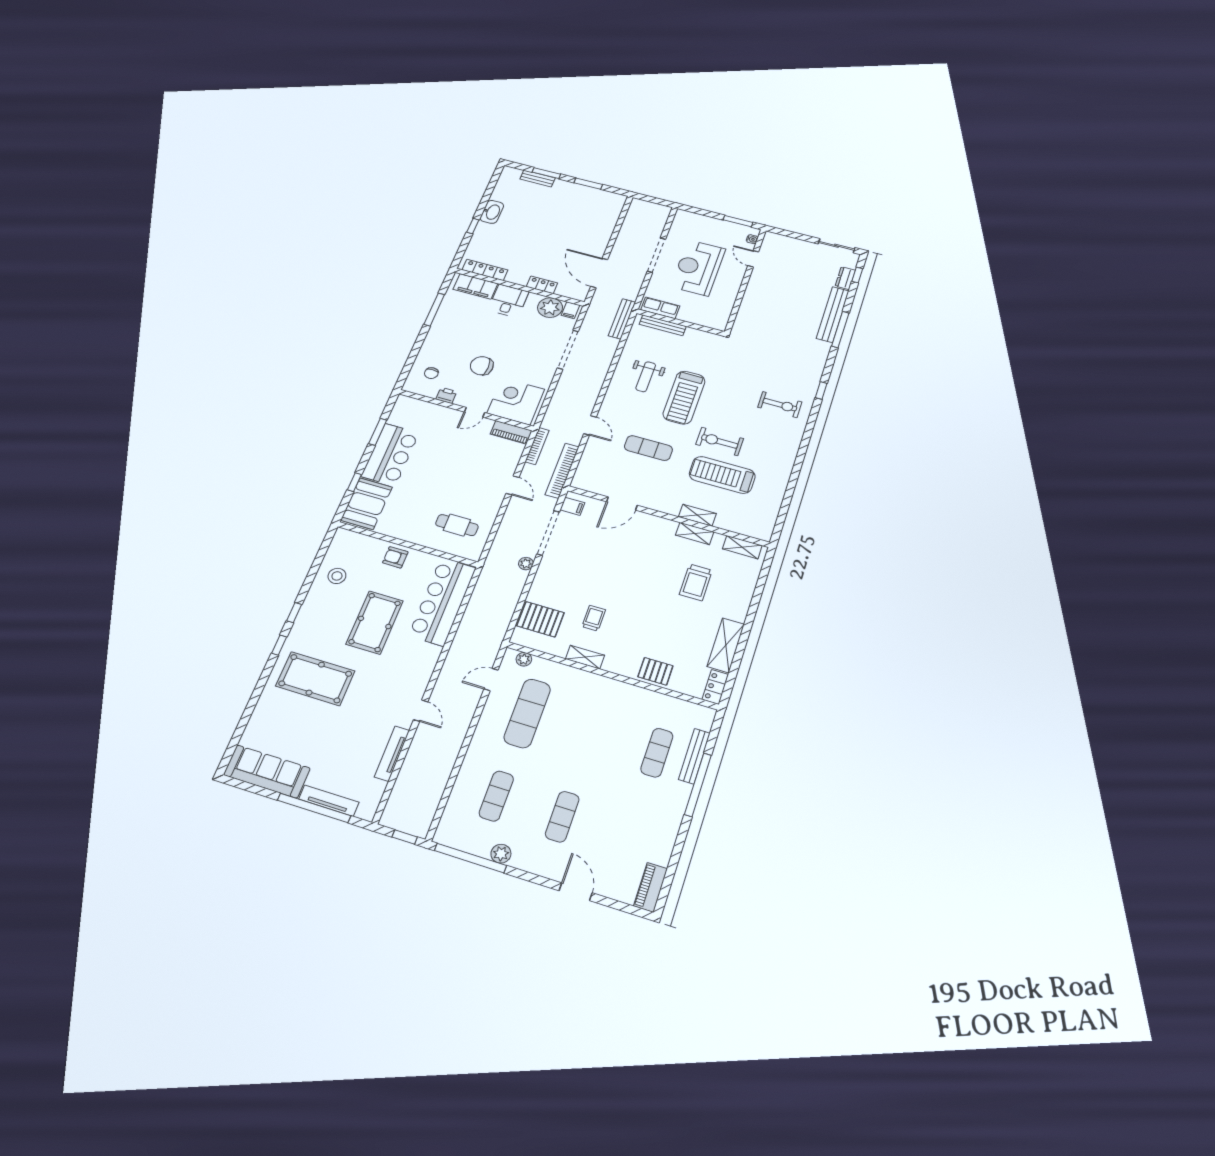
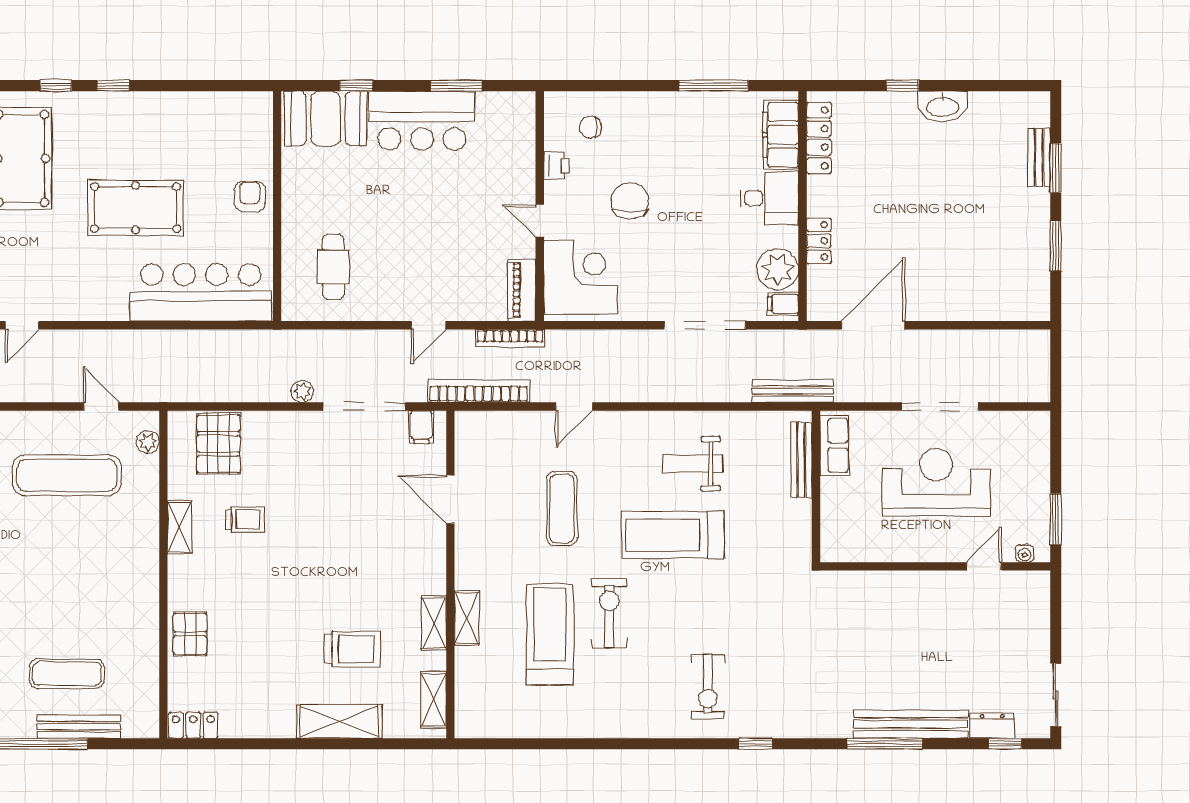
stool: (337, 576) -> (192, 123), removed
trolley: (696, 582) -> (352, 649), turned 180
shelving: (726, 645) -> (339, 721), moved

